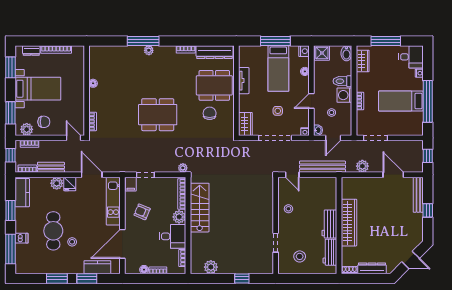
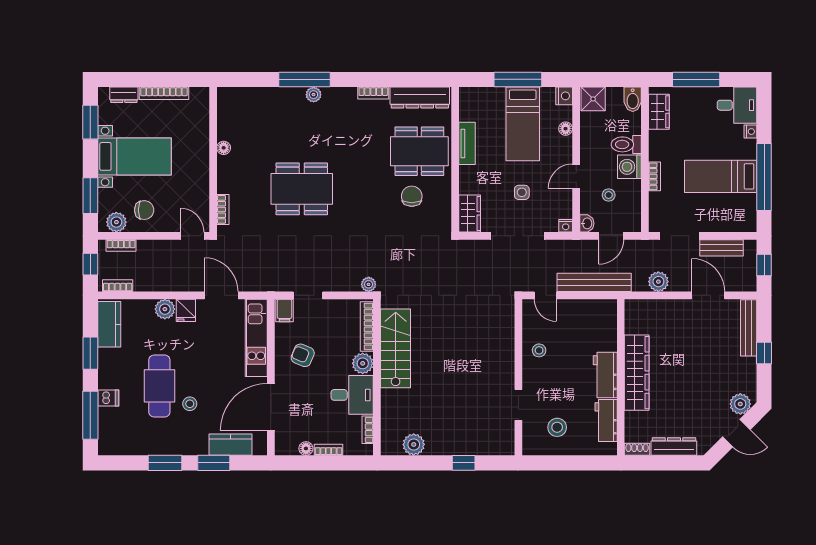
dining table: (158, 115) -> (302, 189), moved
bench: (51, 167) -> (722, 248), moved
plant: (413, 242) -> (740, 404), added

